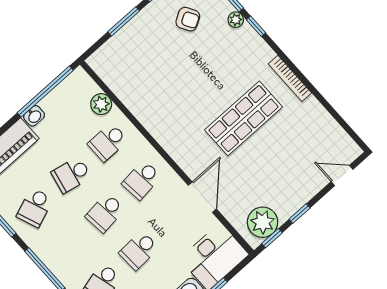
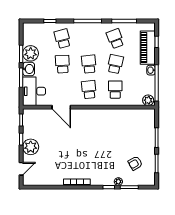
plant: (101, 104) -> (148, 100), moved
shop shelf: (244, 118) -> (77, 150), removed
plant: (263, 222) -> (31, 147), moved

